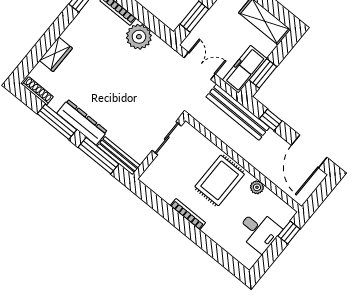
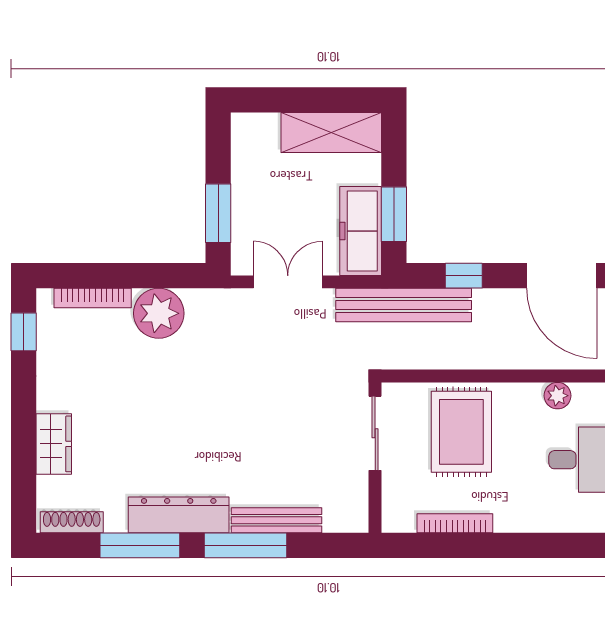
sliding door: (167, 138) -> (375, 433), moved
wall: (159, 148) -> (375, 458), moved
plant: (257, 187) -> (558, 396), moved

